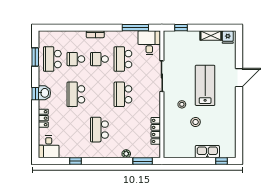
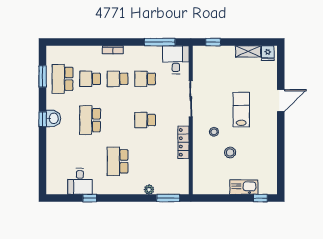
school desk: (123, 59) -> (145, 79), width x0.54
lab bench: (205, 85) -> (241, 110), width x0.73, depth x0.72
school desk: (123, 94) -> (145, 120), width x0.54
locker: (43, 118) -> (52, 148), removed
locker: (156, 131) -> (183, 142), moved
desk: (49, 147) -> (80, 181), moved

